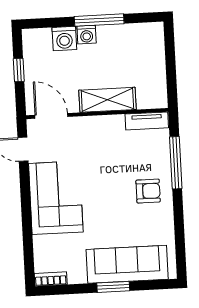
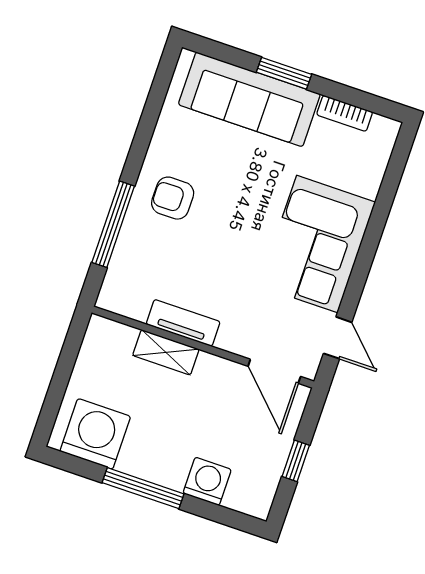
washing machine: (87, 35) -> (95, 434), moved, width x1.89, depth x1.89
shelving: (107, 100) -> (166, 352), width x0.67, depth x0.75
tv unit: (147, 121) -> (183, 323), moved
bookcase: (51, 279) -> (345, 113), moved

